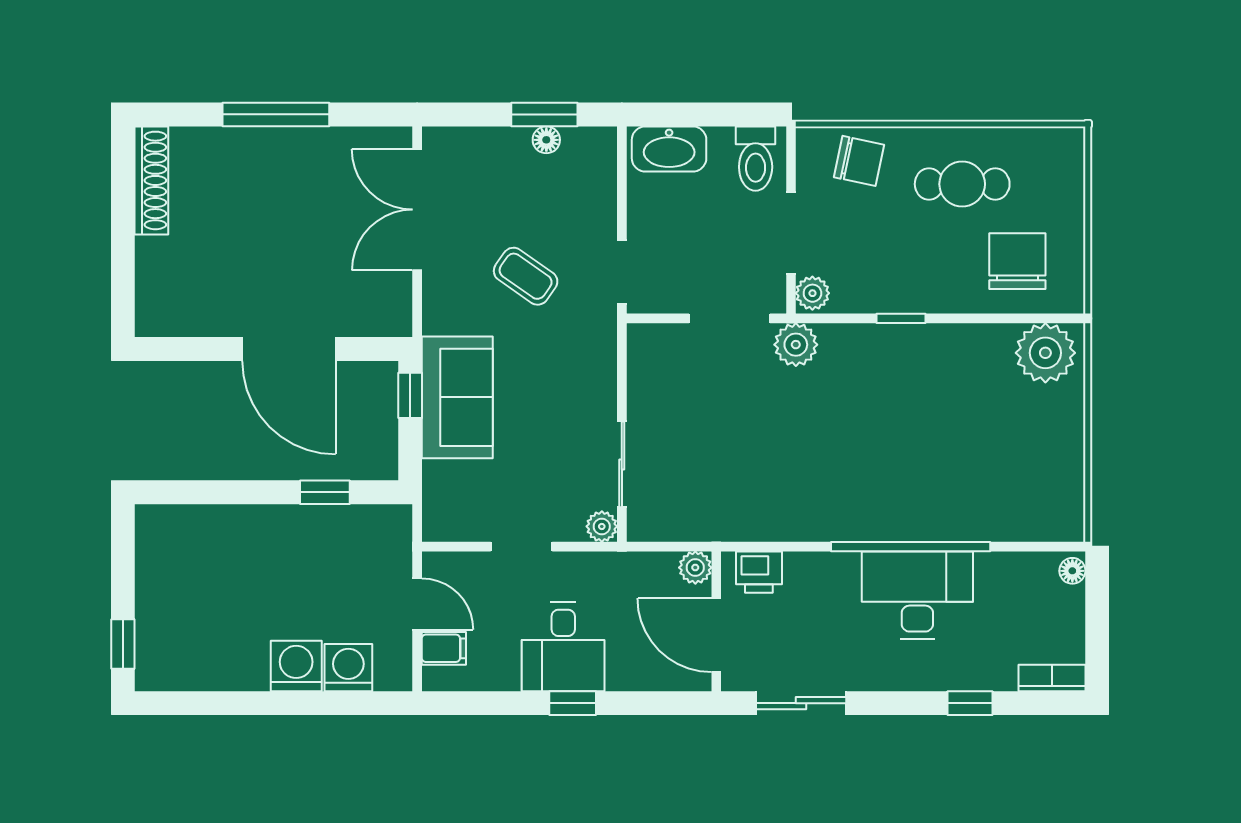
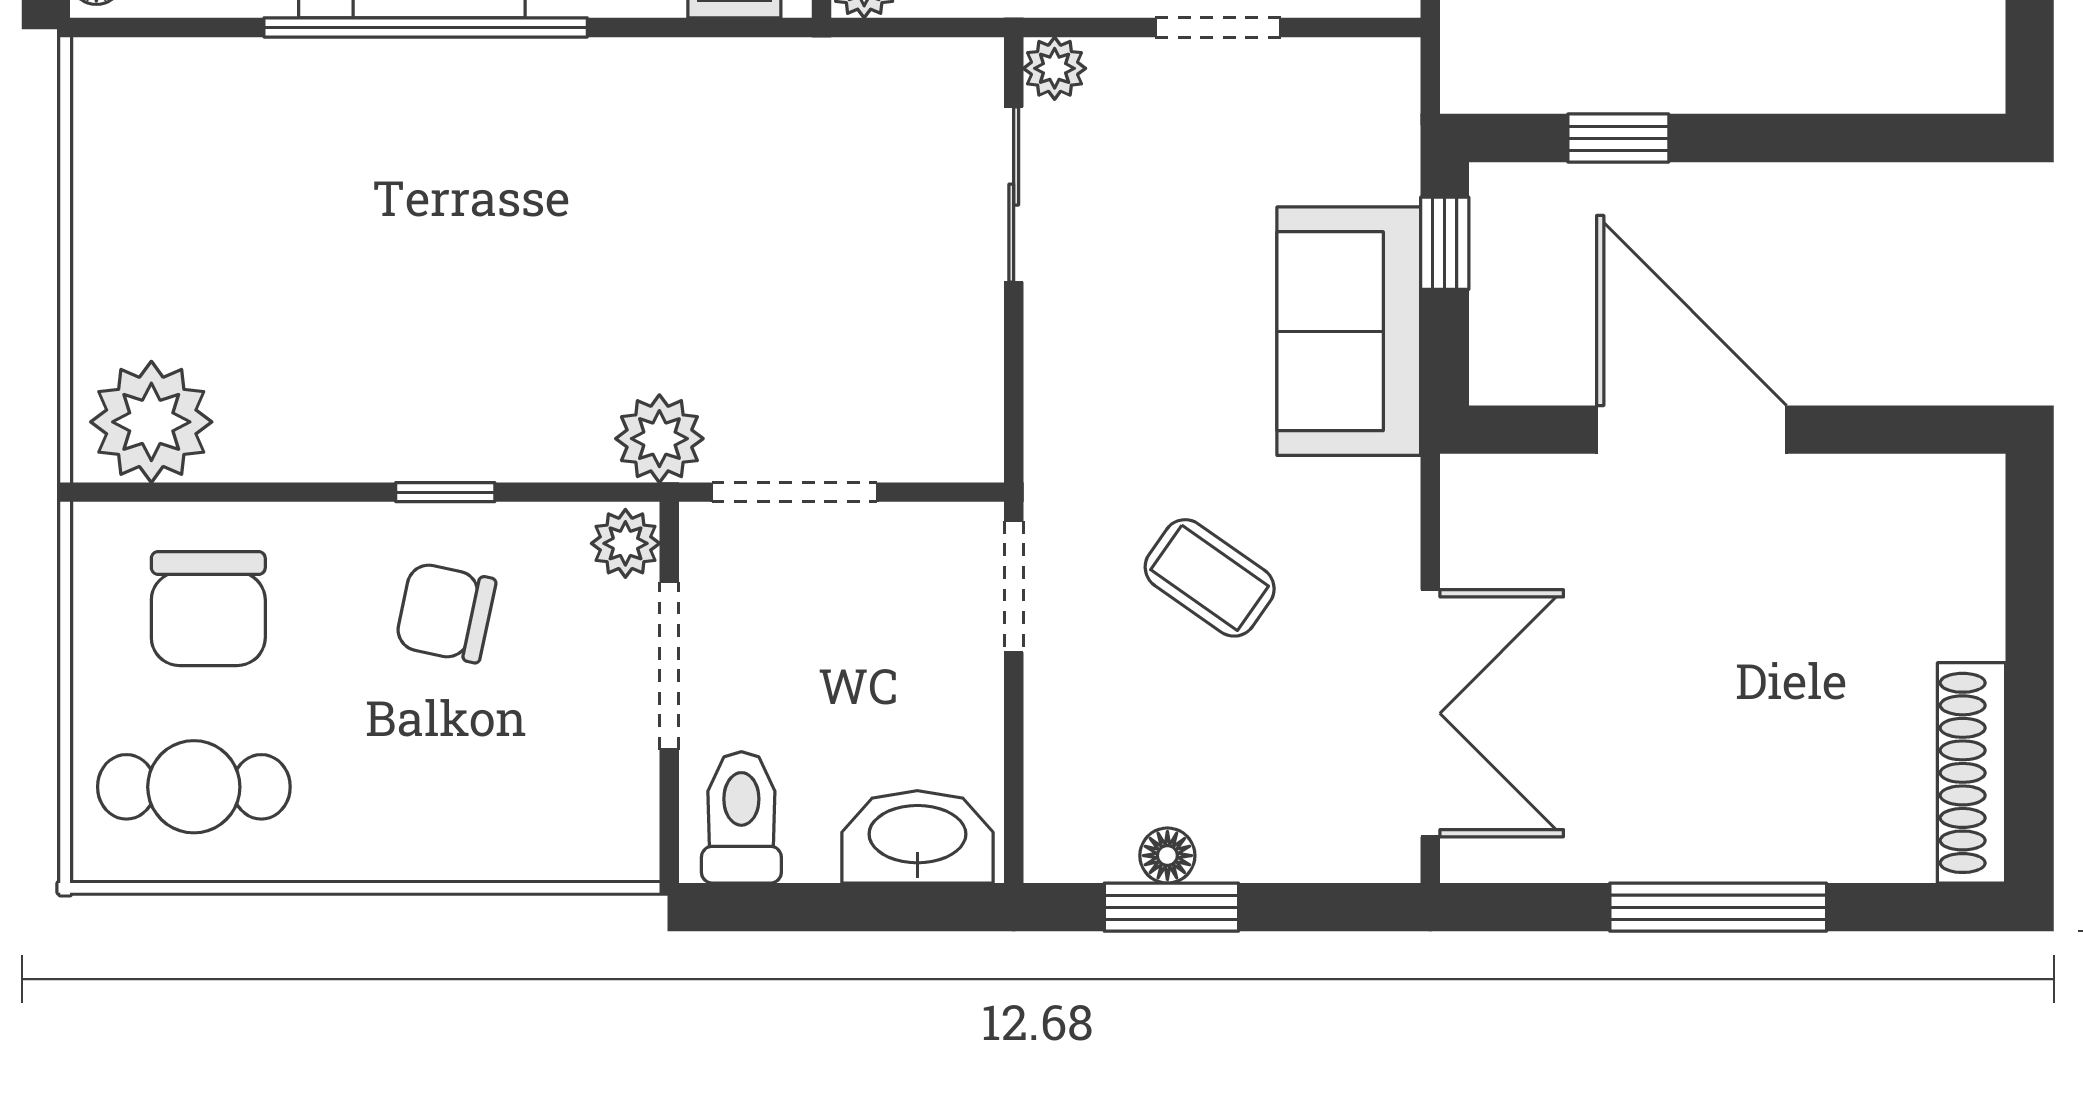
chair: (859, 161) -> (446, 613), moved
cafe table: (962, 184) -> (194, 787), moved
window: (410, 395) -> (1445, 243), moved

